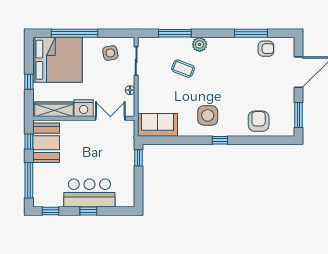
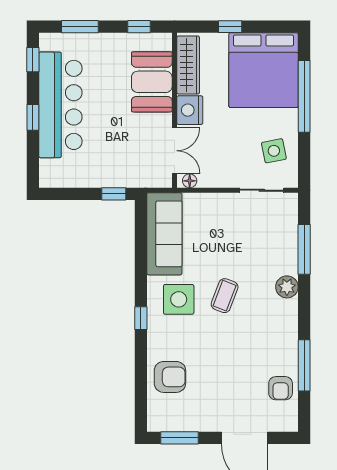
coffee table: (183, 69) -> (225, 296), moved
floor lamp: (130, 90) -> (190, 181), moved
sofa: (158, 125) -> (164, 234), width x1.36
booth: (46, 143) -> (152, 82), moved, turned 90
window: (29, 180) -> (80, 27), width x0.69
bar counter: (89, 193) -> (60, 105), width x1.36

